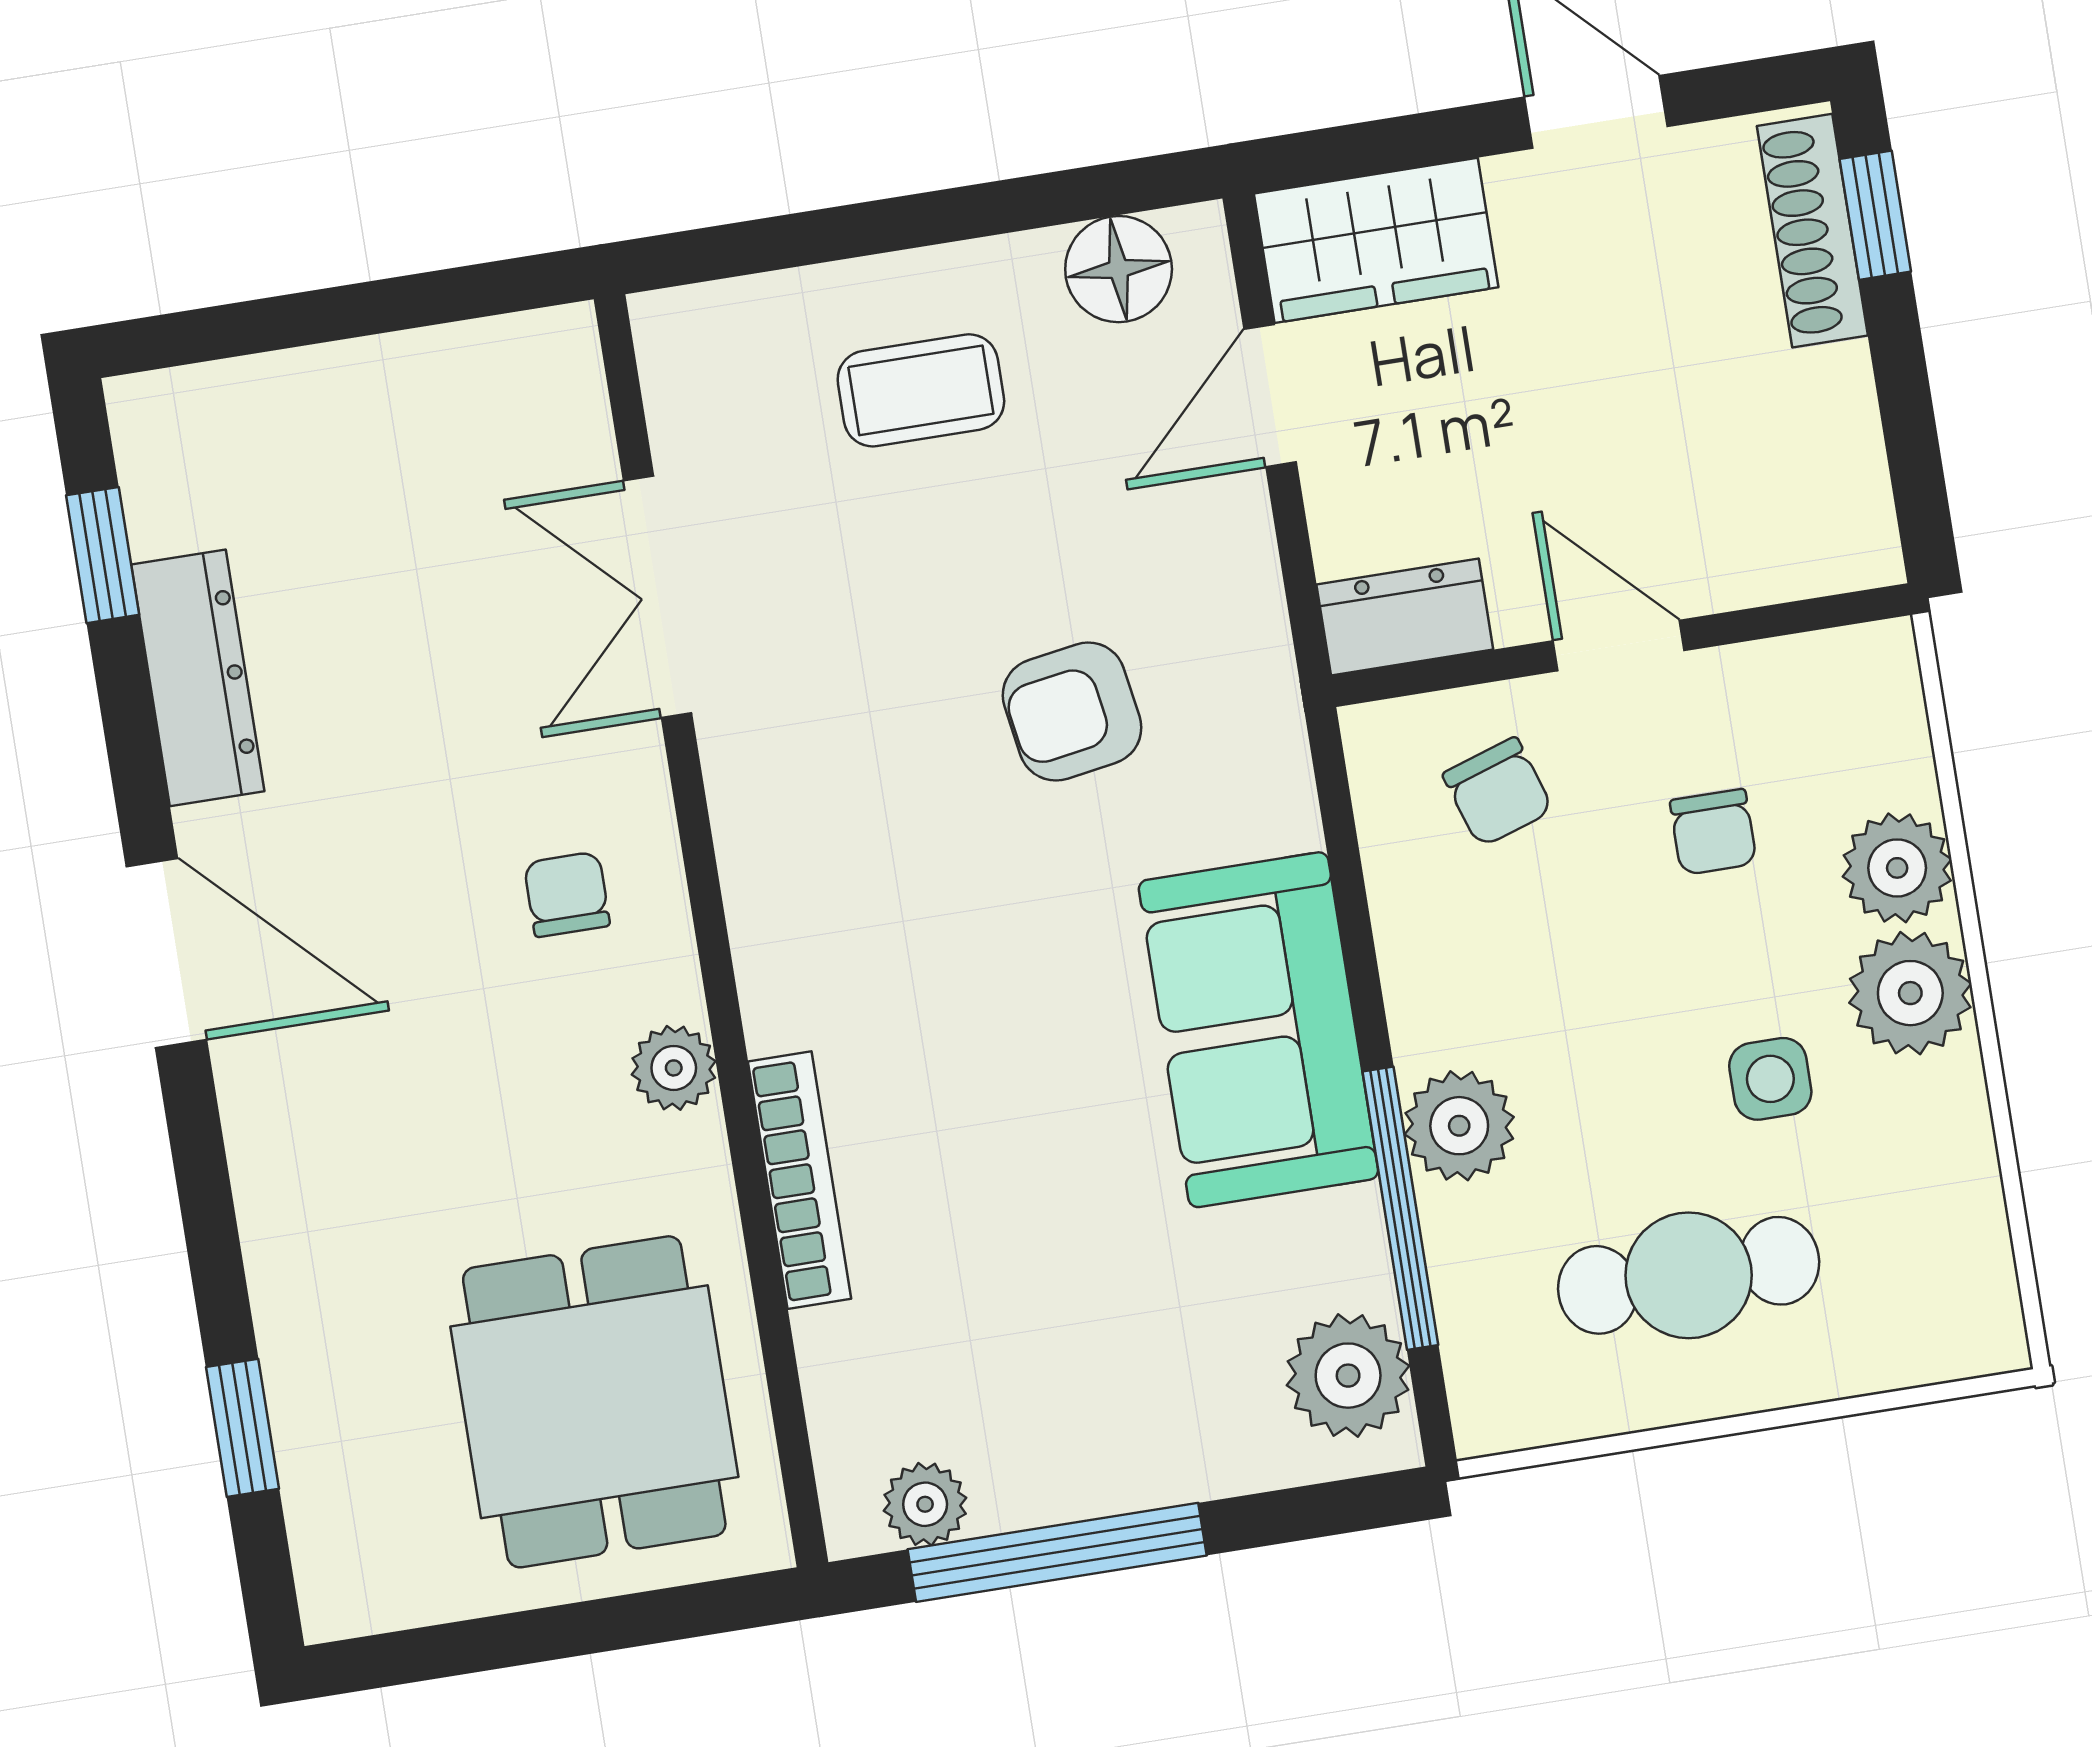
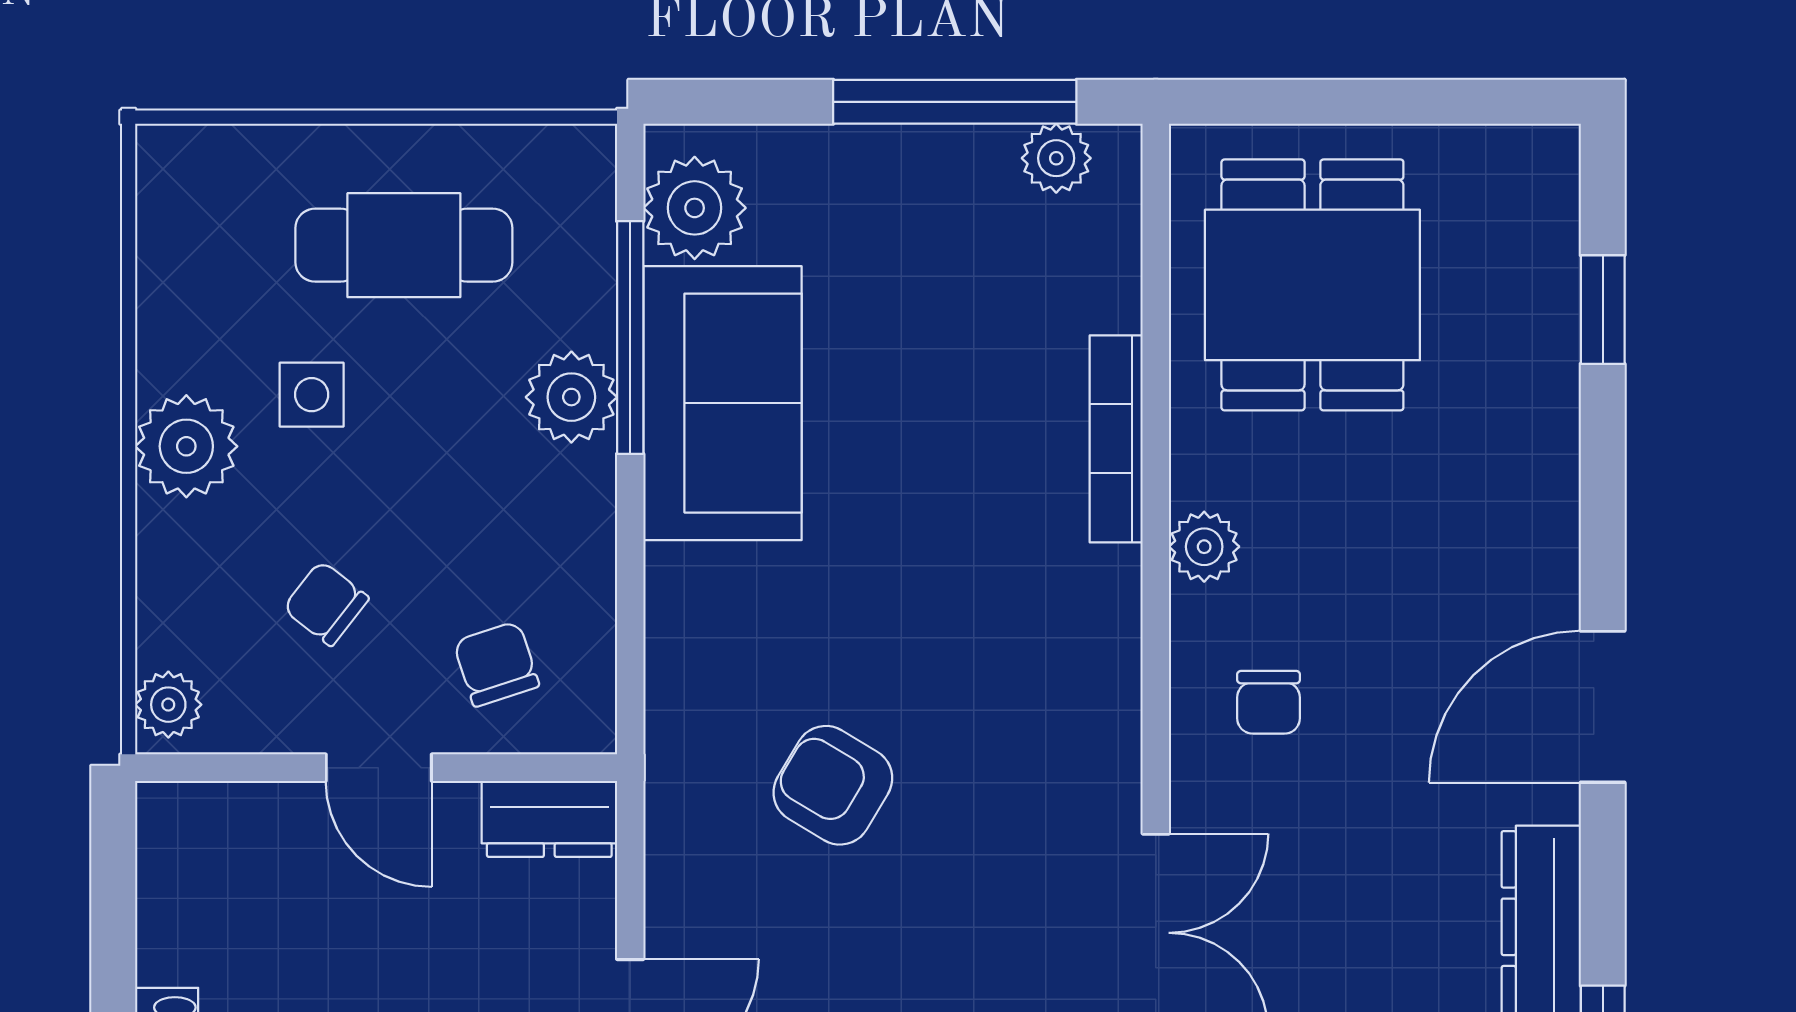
armchair: (1072, 712) -> (833, 785), turned -140
chair: (1713, 832) -> (326, 603), turned -52
plant: (1897, 868) -> (168, 705), moved, width x0.73, depth x0.73
door: (166, 953) -> (1603, 707), hinge flipped
sofa: (1258, 1030) -> (722, 403), moved

